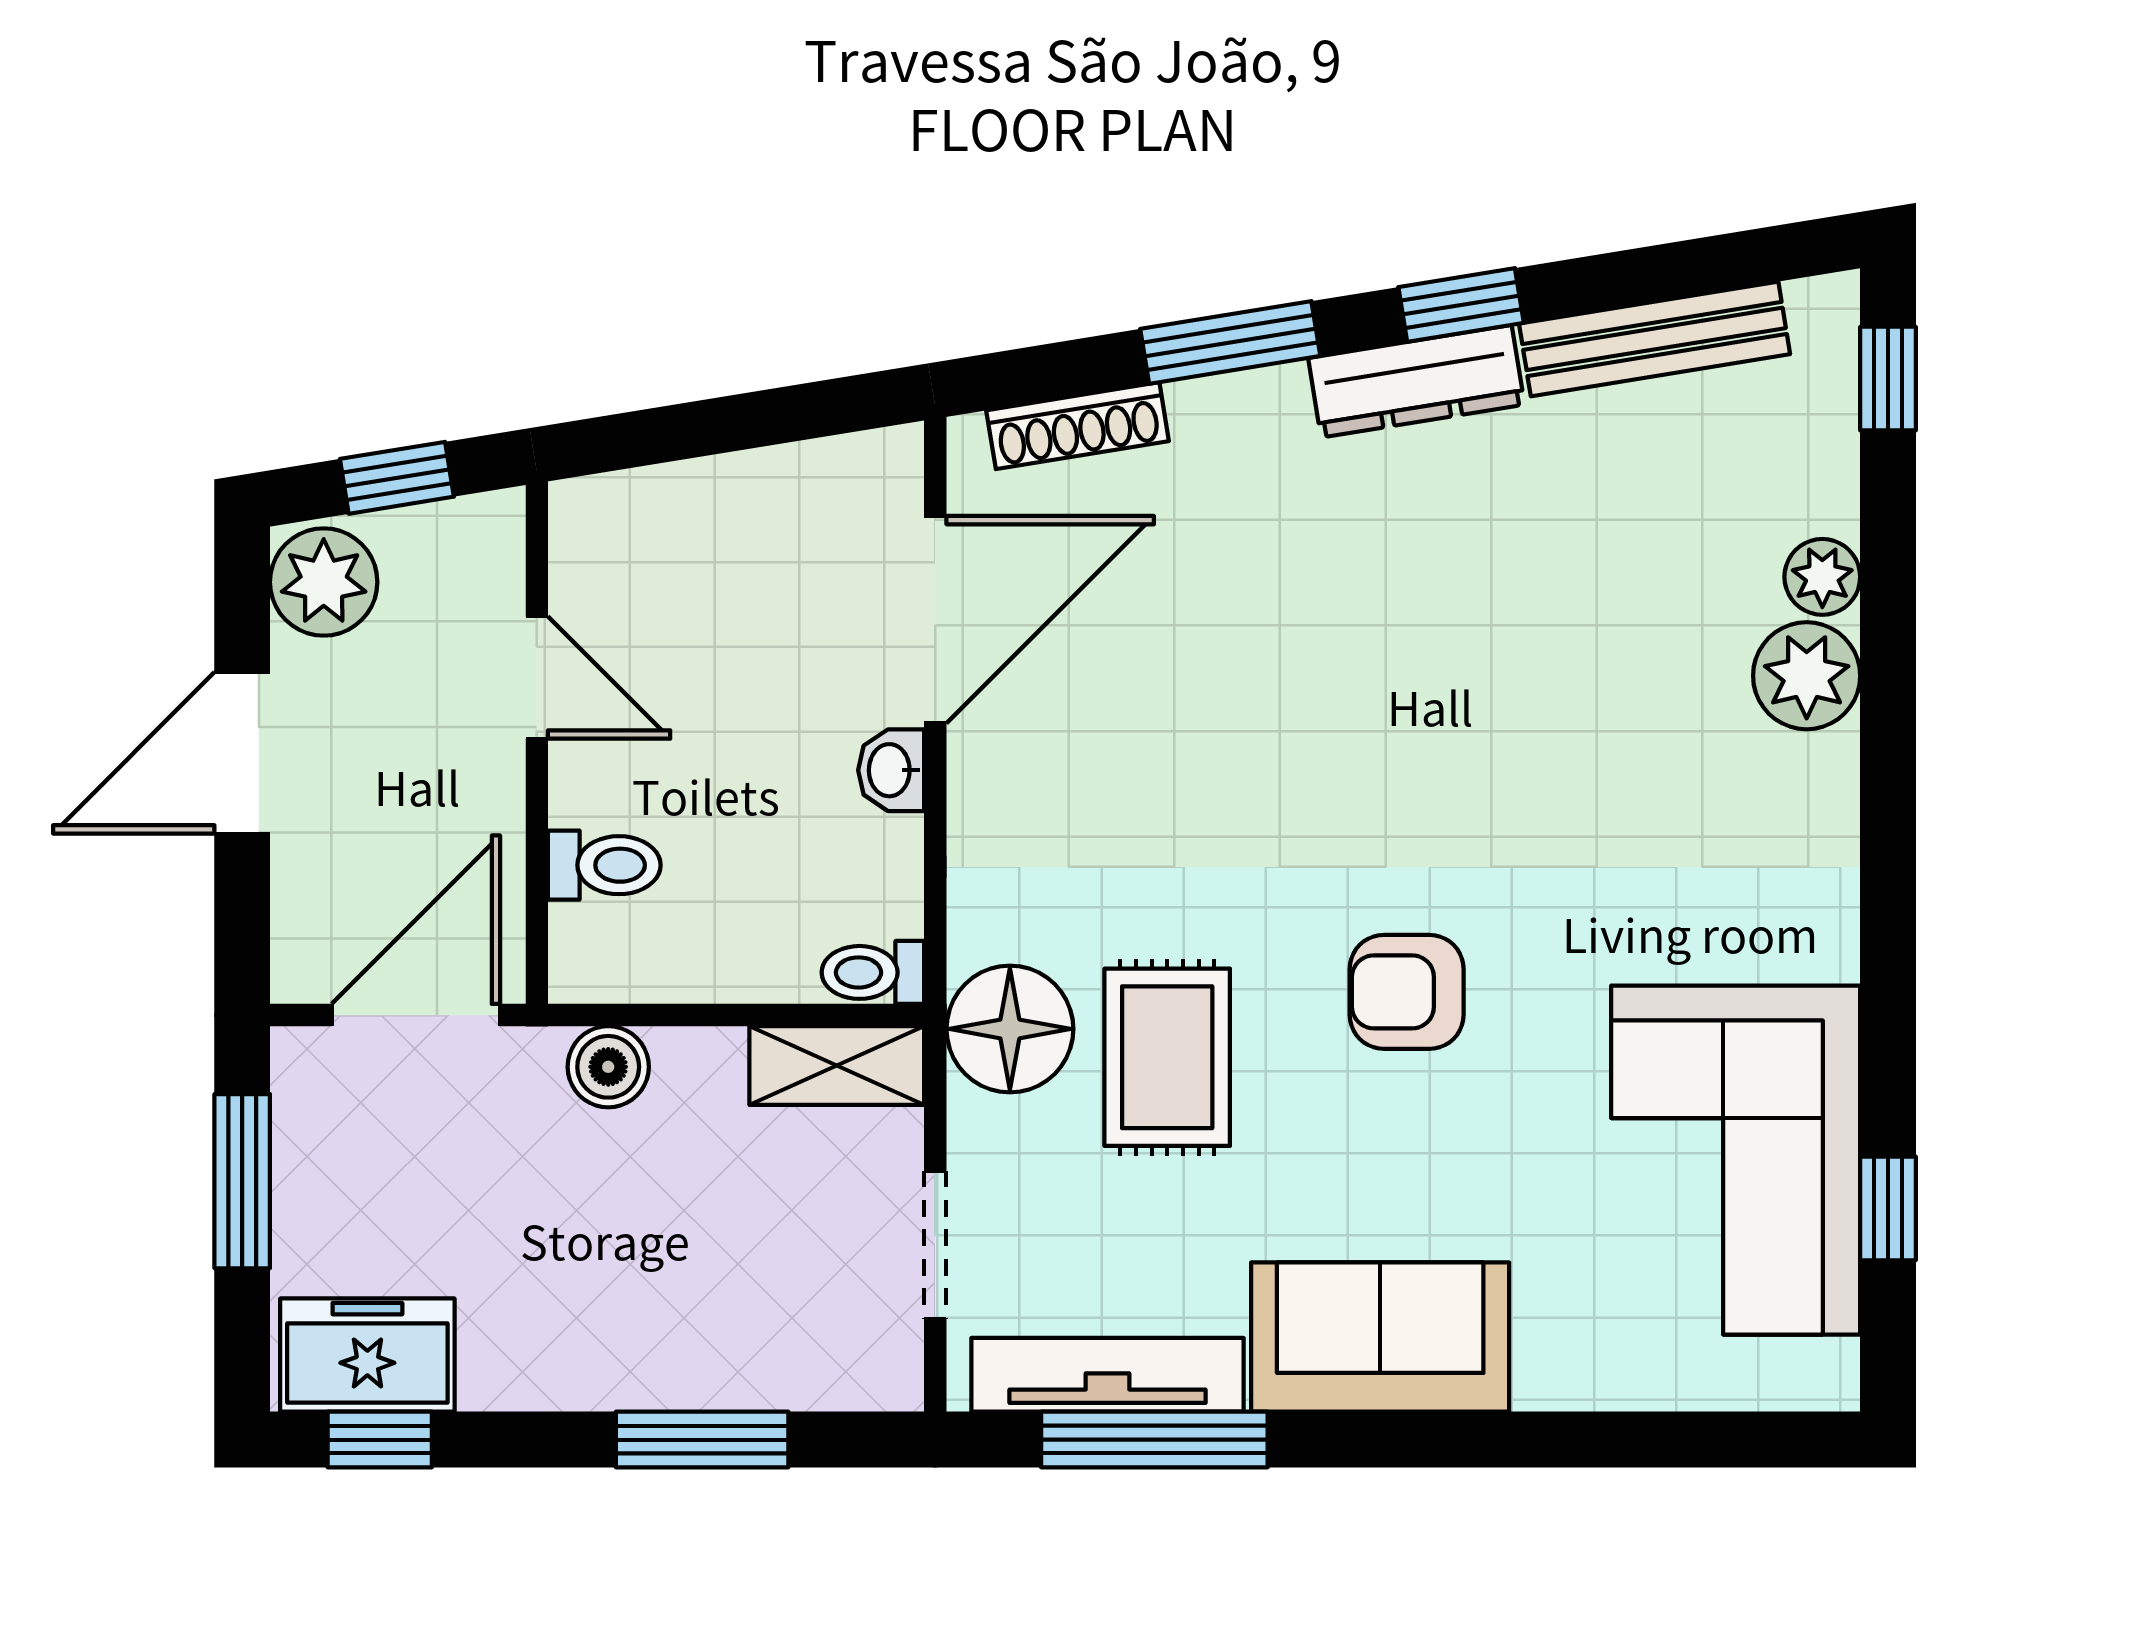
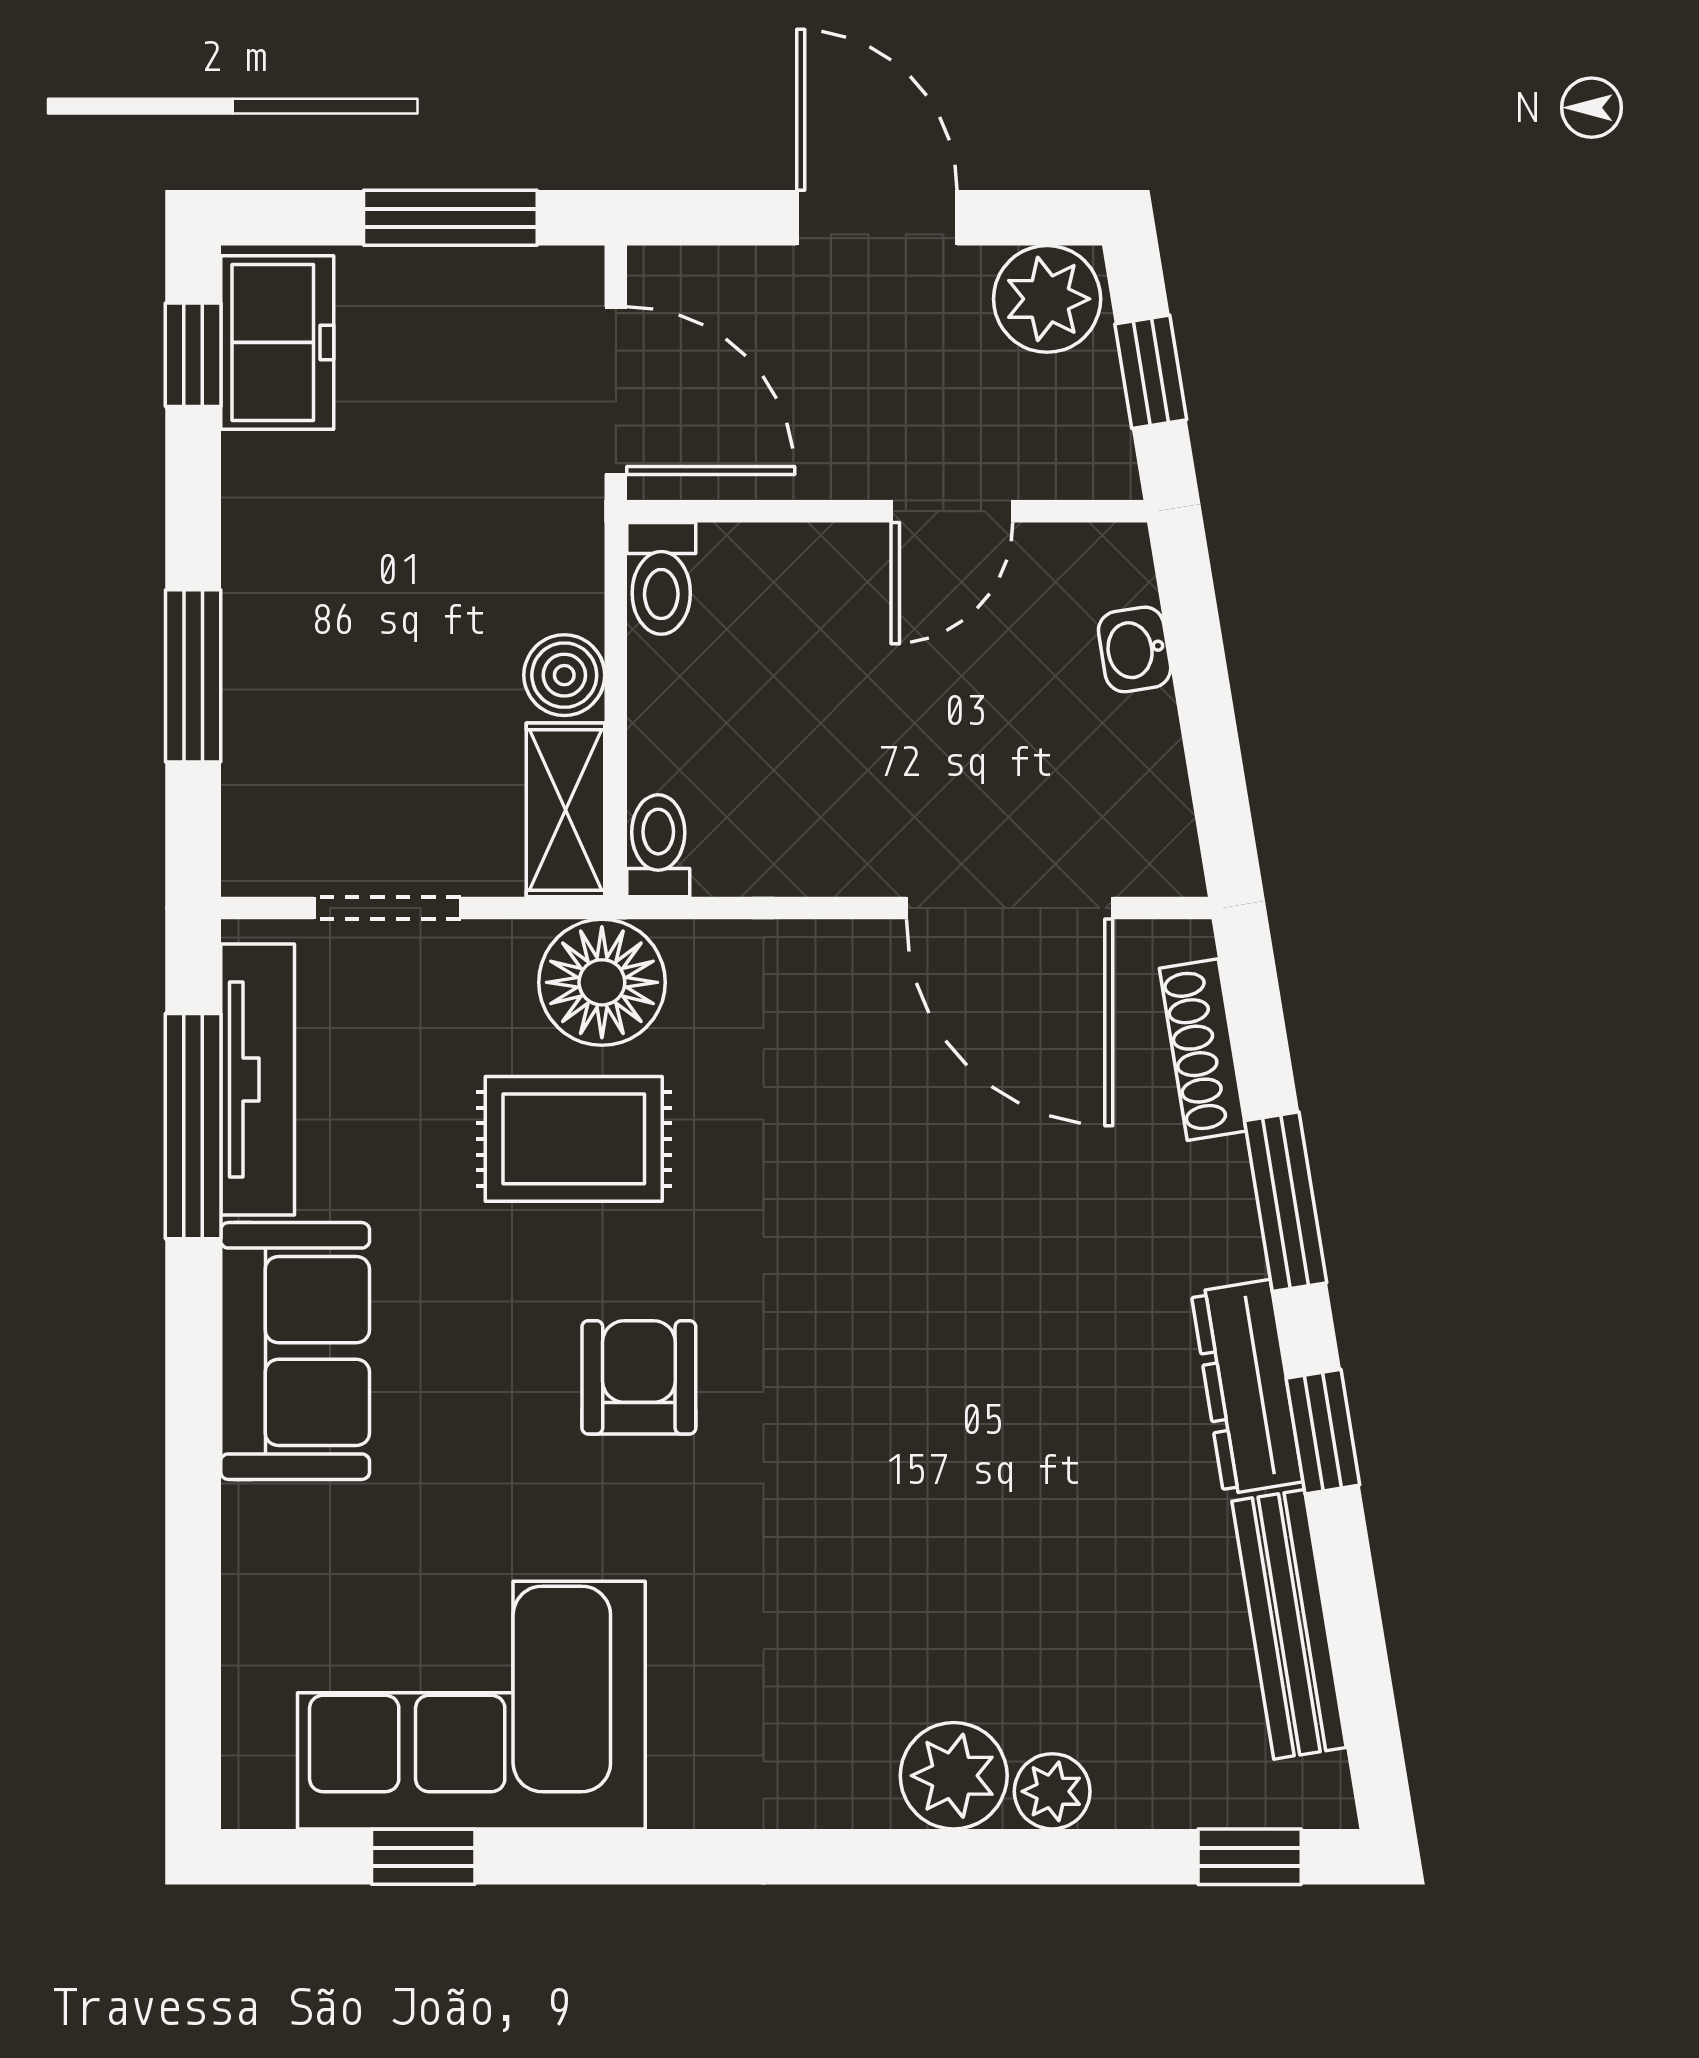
washbasin: (891, 770) -> (1135, 649), moved, turned -99
toilet: (604, 865) -> (661, 578), moved
boiler: (608, 1067) -> (564, 675), moved

